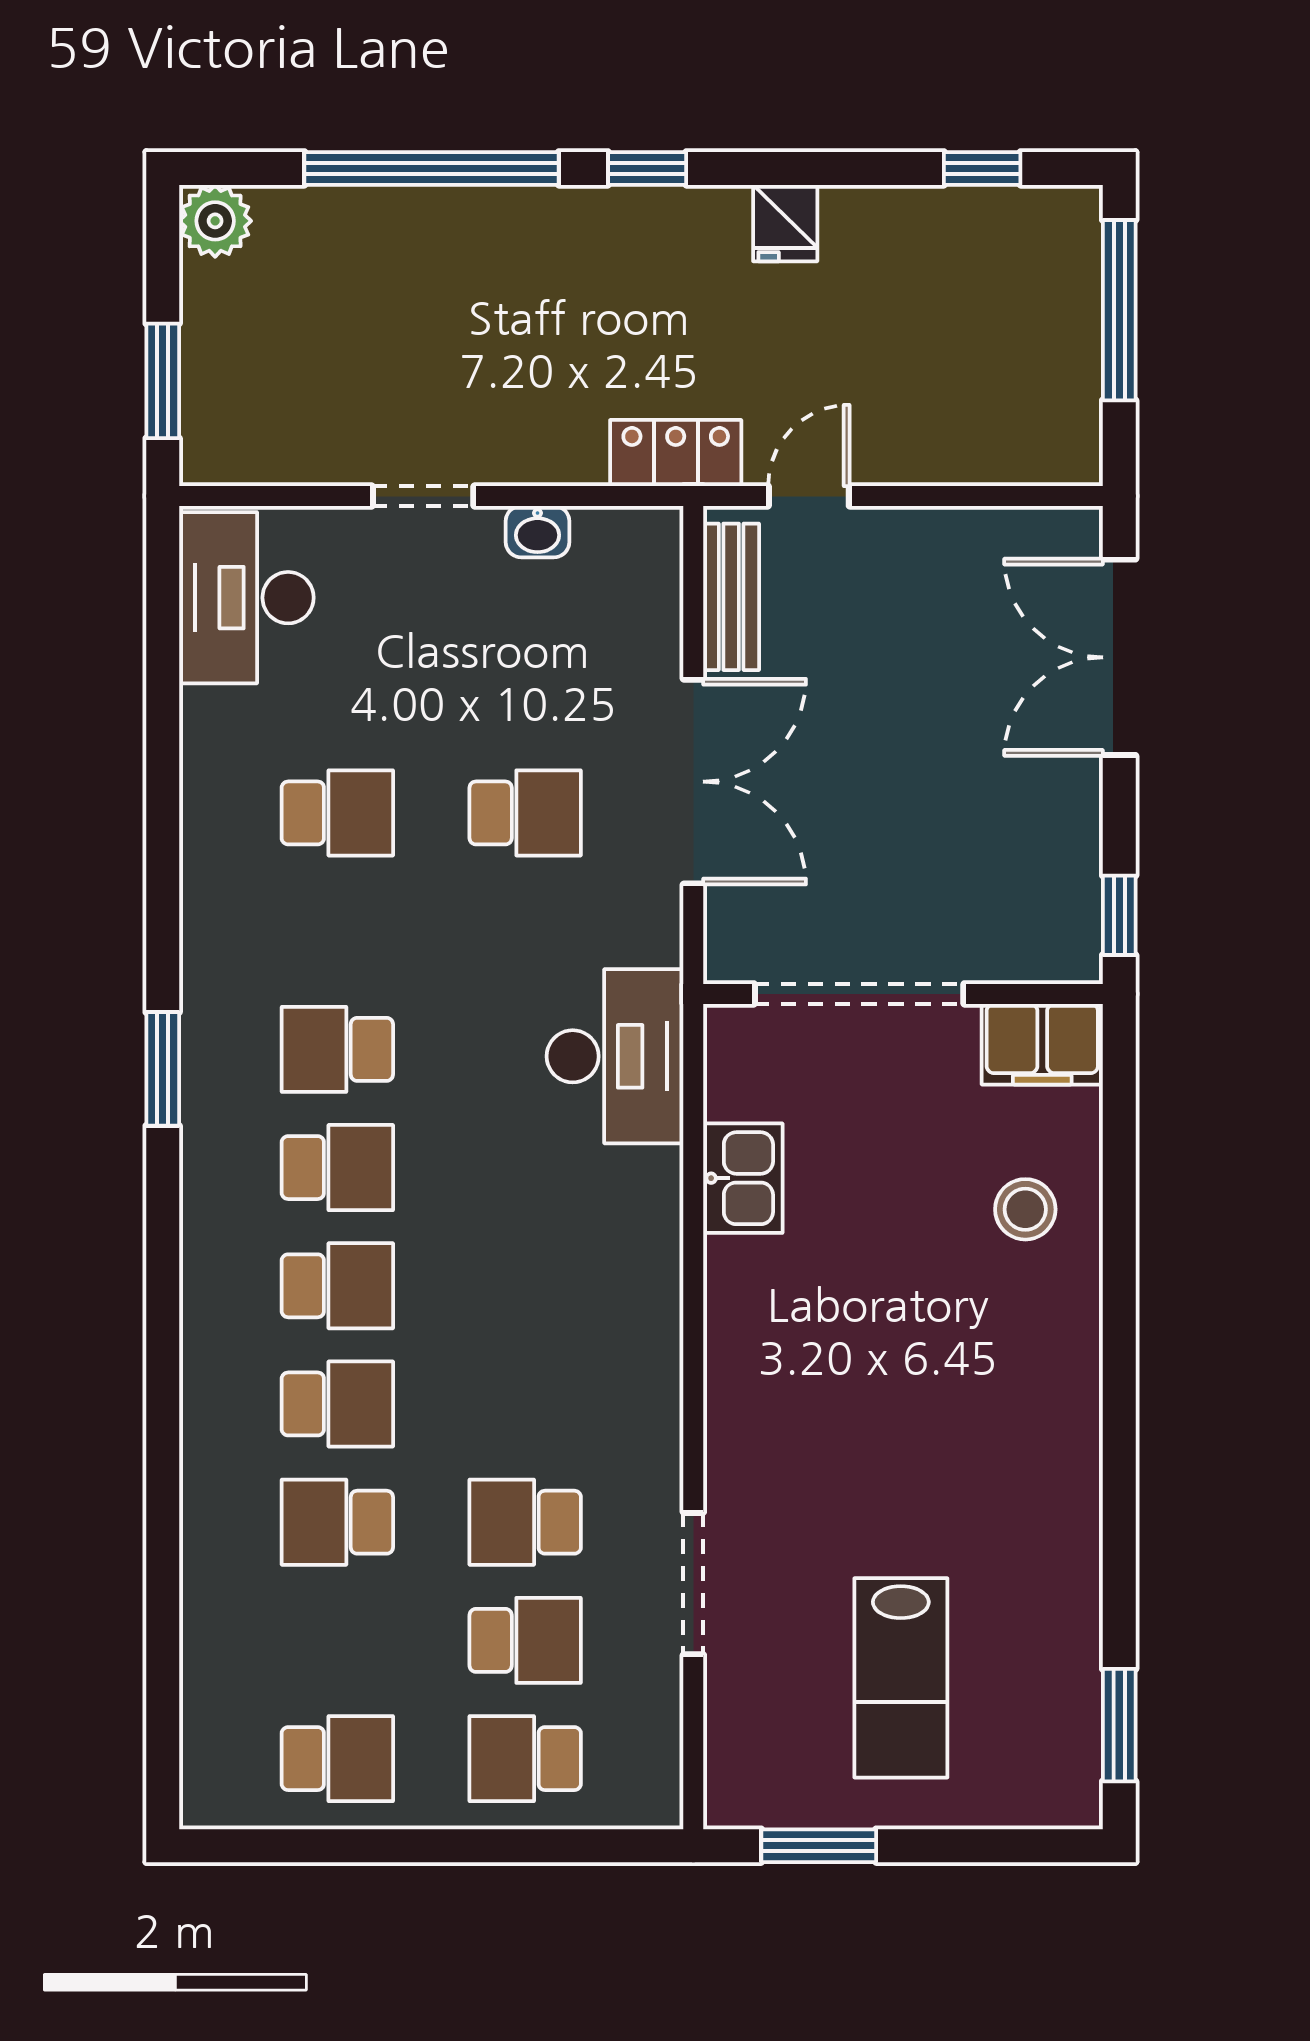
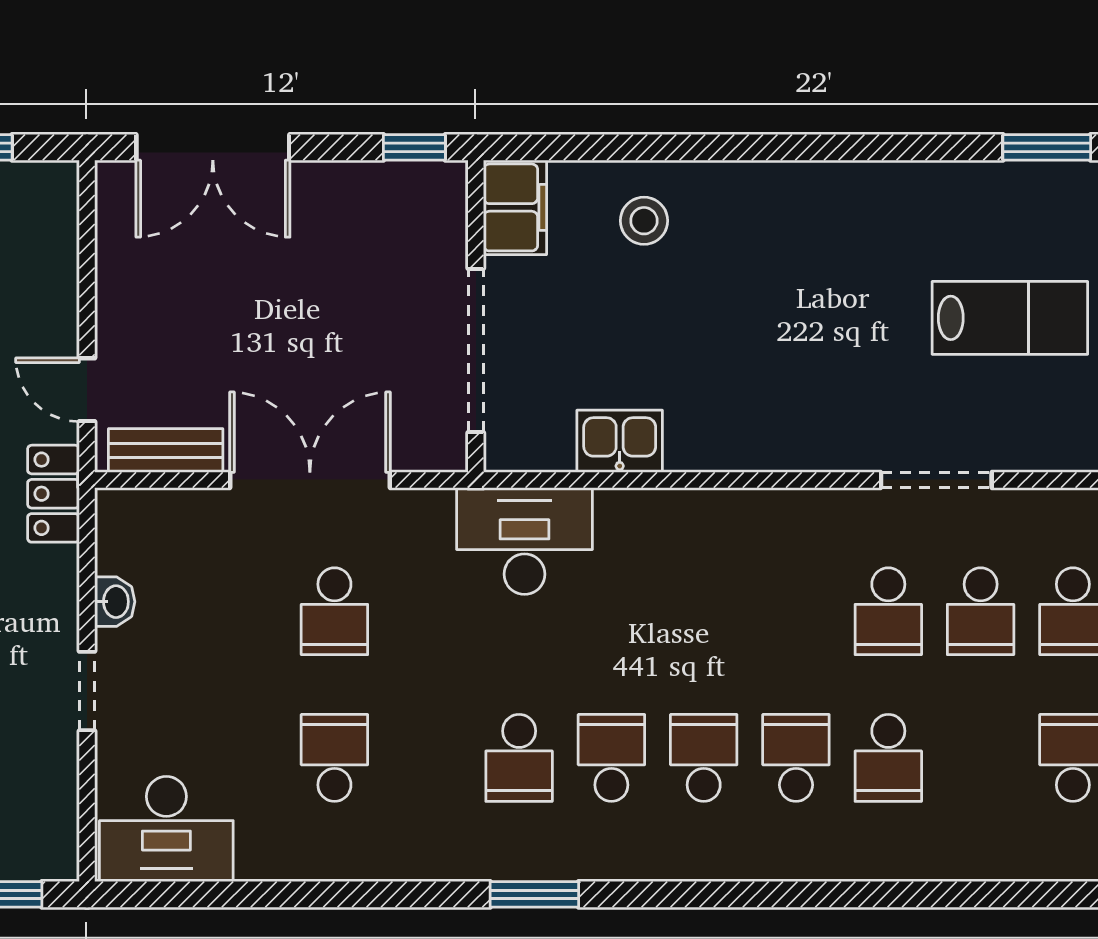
school desk: (525, 813) -> (334, 611), turned 180
school desk: (525, 1640) -> (981, 611), turned 180

